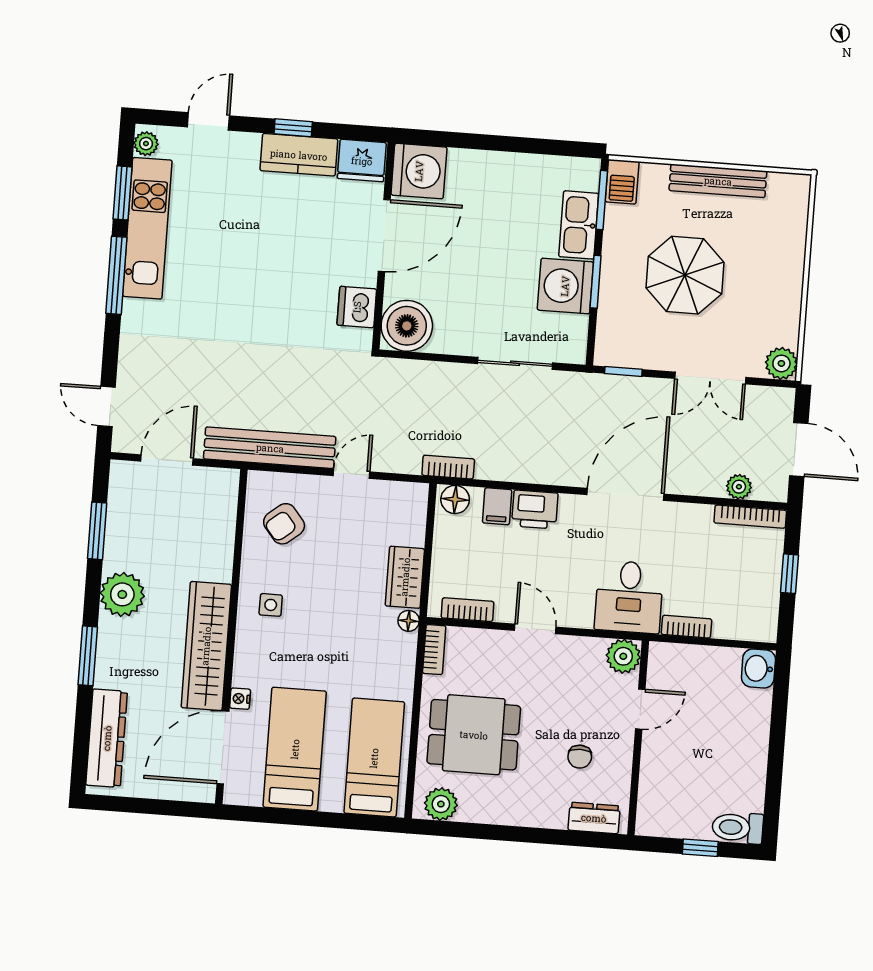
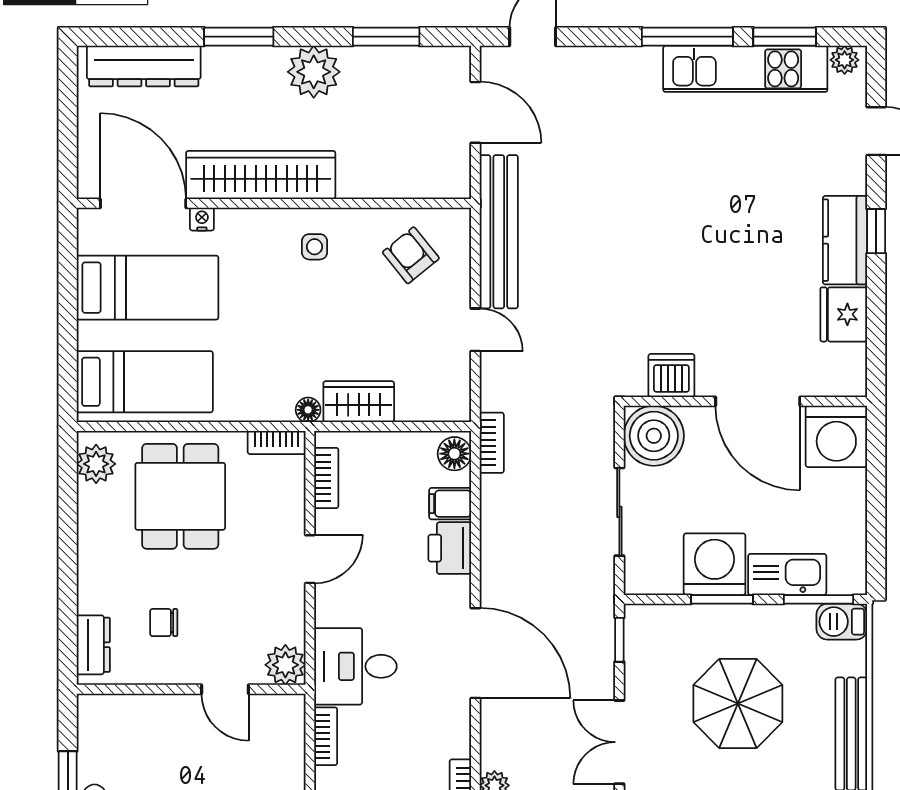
washing machine: (419, 171) -> (836, 436), moved
door: (384, 235) -> (758, 401), moved
wall: (383, 246) -> (745, 401), moved
dishwasher: (357, 307) -> (671, 375), moved
boiler: (407, 326) -> (654, 436), moved

